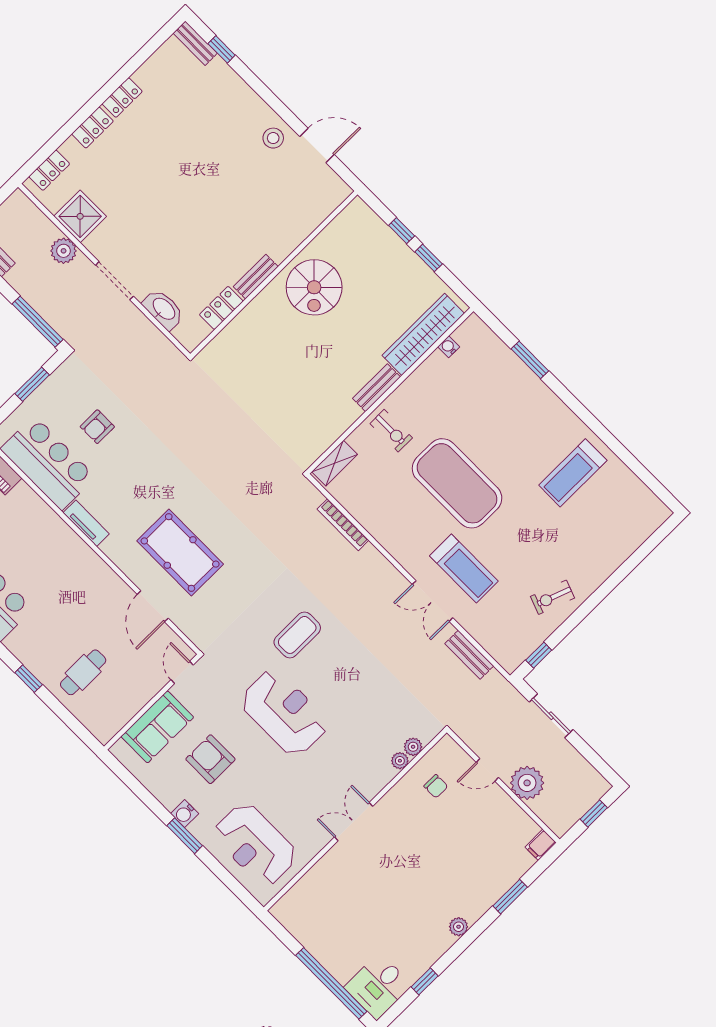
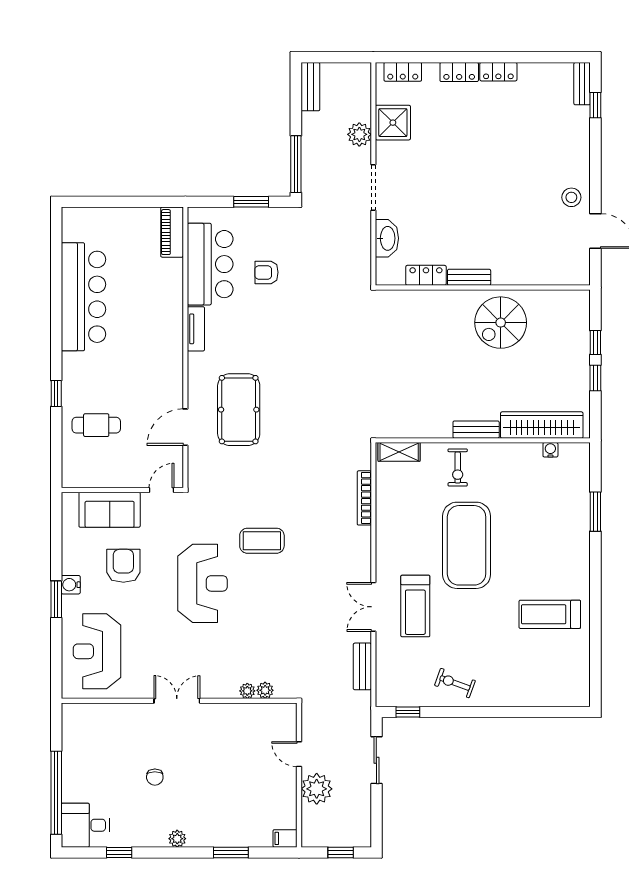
chair: (436, 786) -> (155, 777), moved

